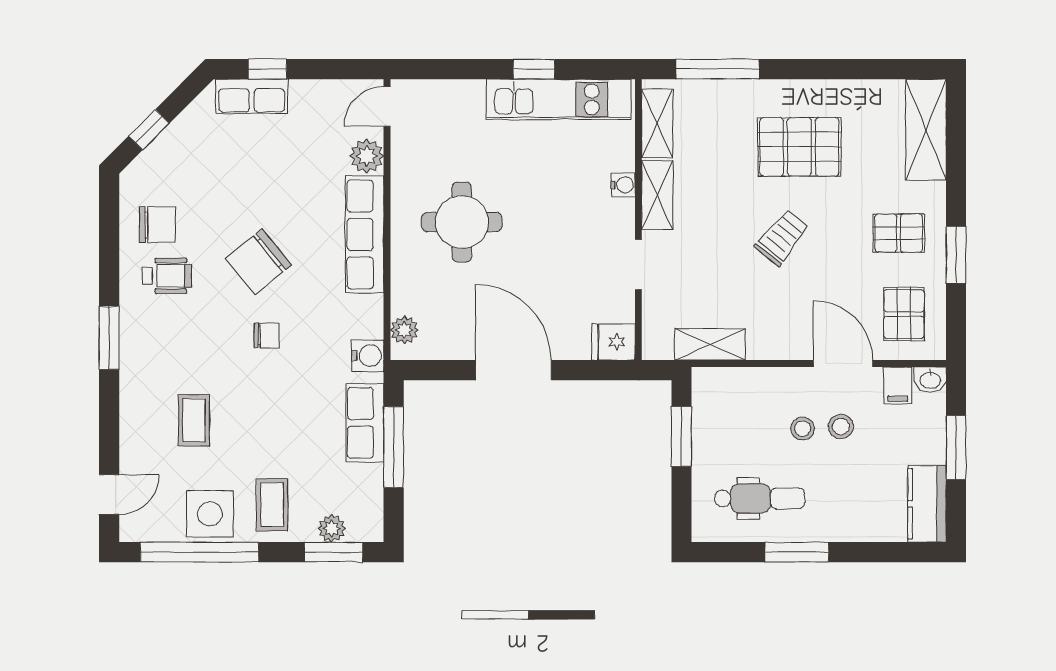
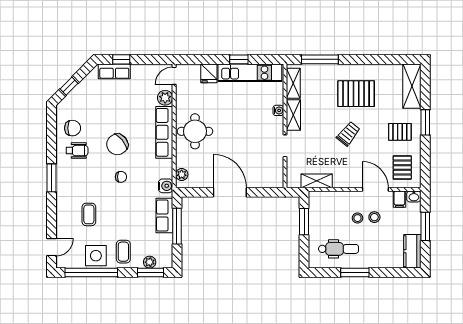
round table: (462, 222) -> (195, 131), moved
window: (956, 255) -> (425, 122), moved
fridge: (613, 342) -> (209, 73), moved, turned -90

